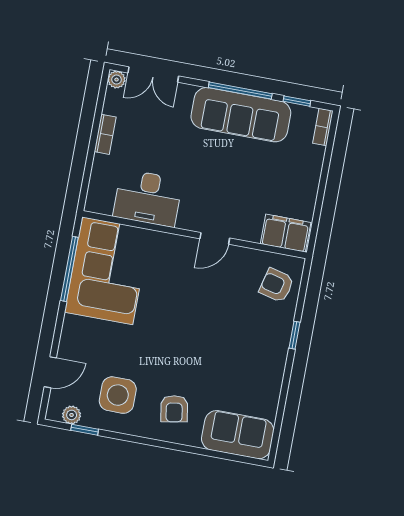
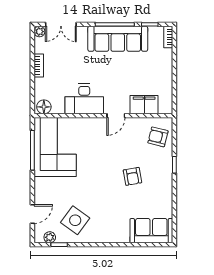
desk: (148, 198) -> (84, 99), moved
floor lamp: (101, 203) -> (44, 107), added
filing cabinet: (286, 233) -> (144, 105), moved
side table: (118, 395) -> (75, 220), turned 36
armchair: (174, 409) -> (132, 176), moved

